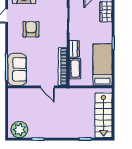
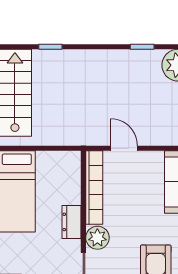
plant: (61, 41) -> (97, 238), added
cot: (75, 69) -> (70, 184), removed

